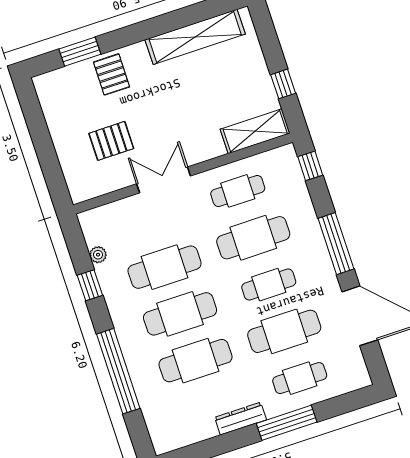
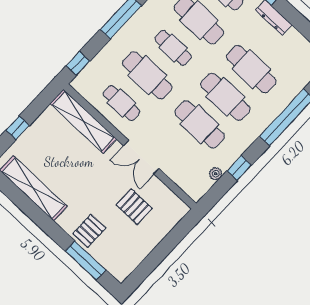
window: (80, 52) -> (86, 261), width x1.44
window: (283, 84) -> (18, 128), moved
shelving: (255, 131) -> (83, 121), width x1.47

